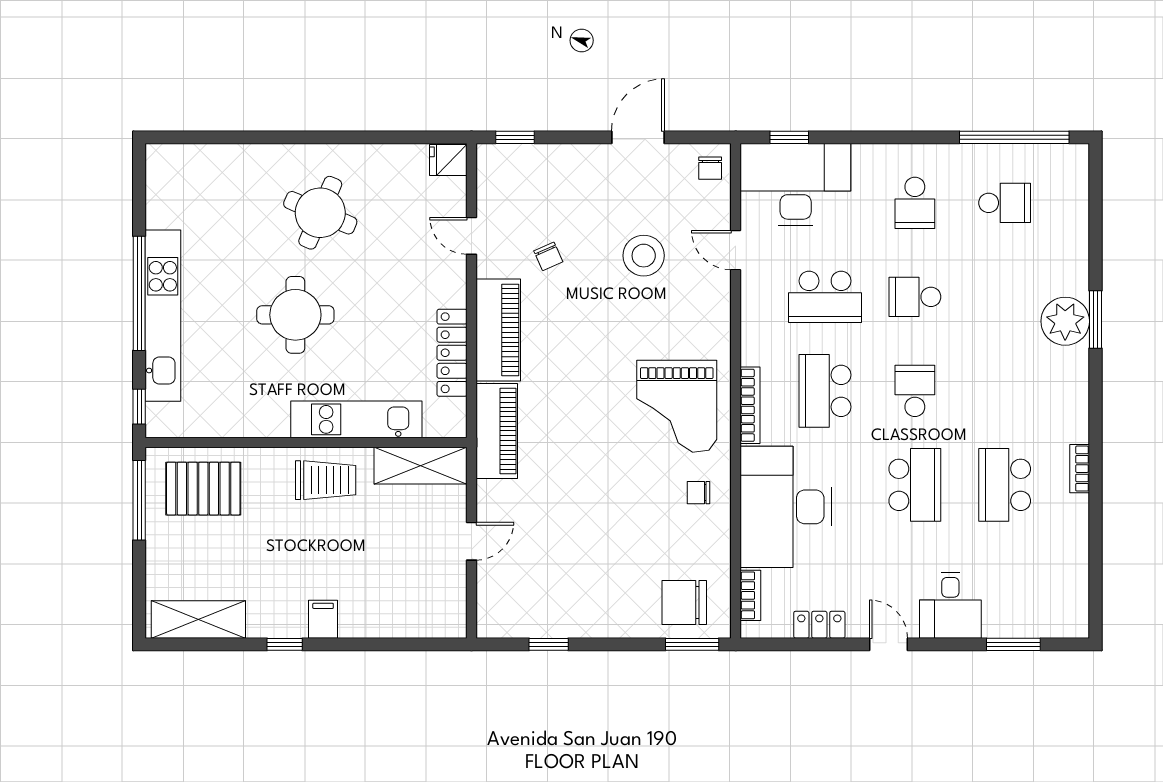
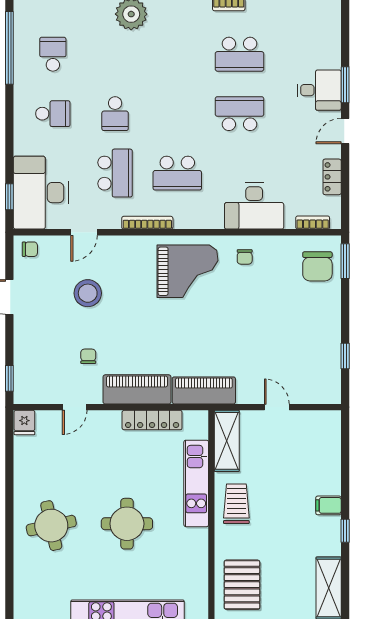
round table: (320, 213) -> (51, 526), moved, turned -35
chair: (548, 256) -> (88, 356), turned -66
school desk: (915, 391) -> (177, 114), removed
bookcase: (750, 405) -> (147, 223), moved
desk: (786, 507) -> (254, 206), width x0.73, depth x0.77
window: (1013, 644) -> (345, 85), moved

